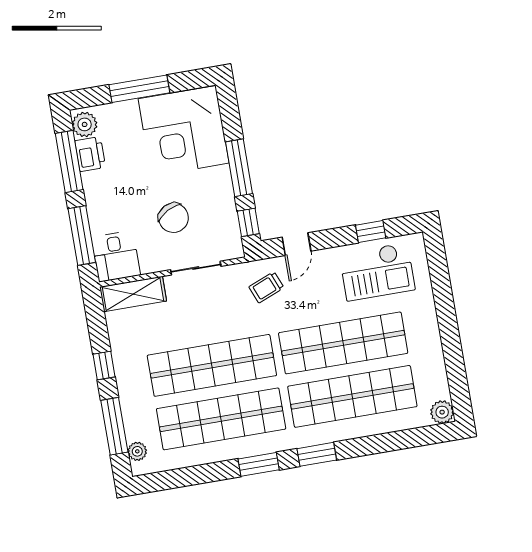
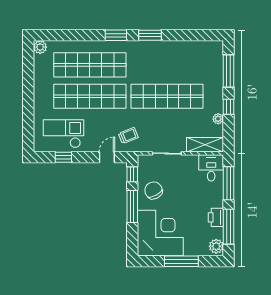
printer: (90, 154) -> (216, 217), moved
chair: (173, 218) -> (154, 190), moved
shop shelf: (221, 419) -> (167, 65), removed
plant: (137, 451) -> (218, 119), moved

